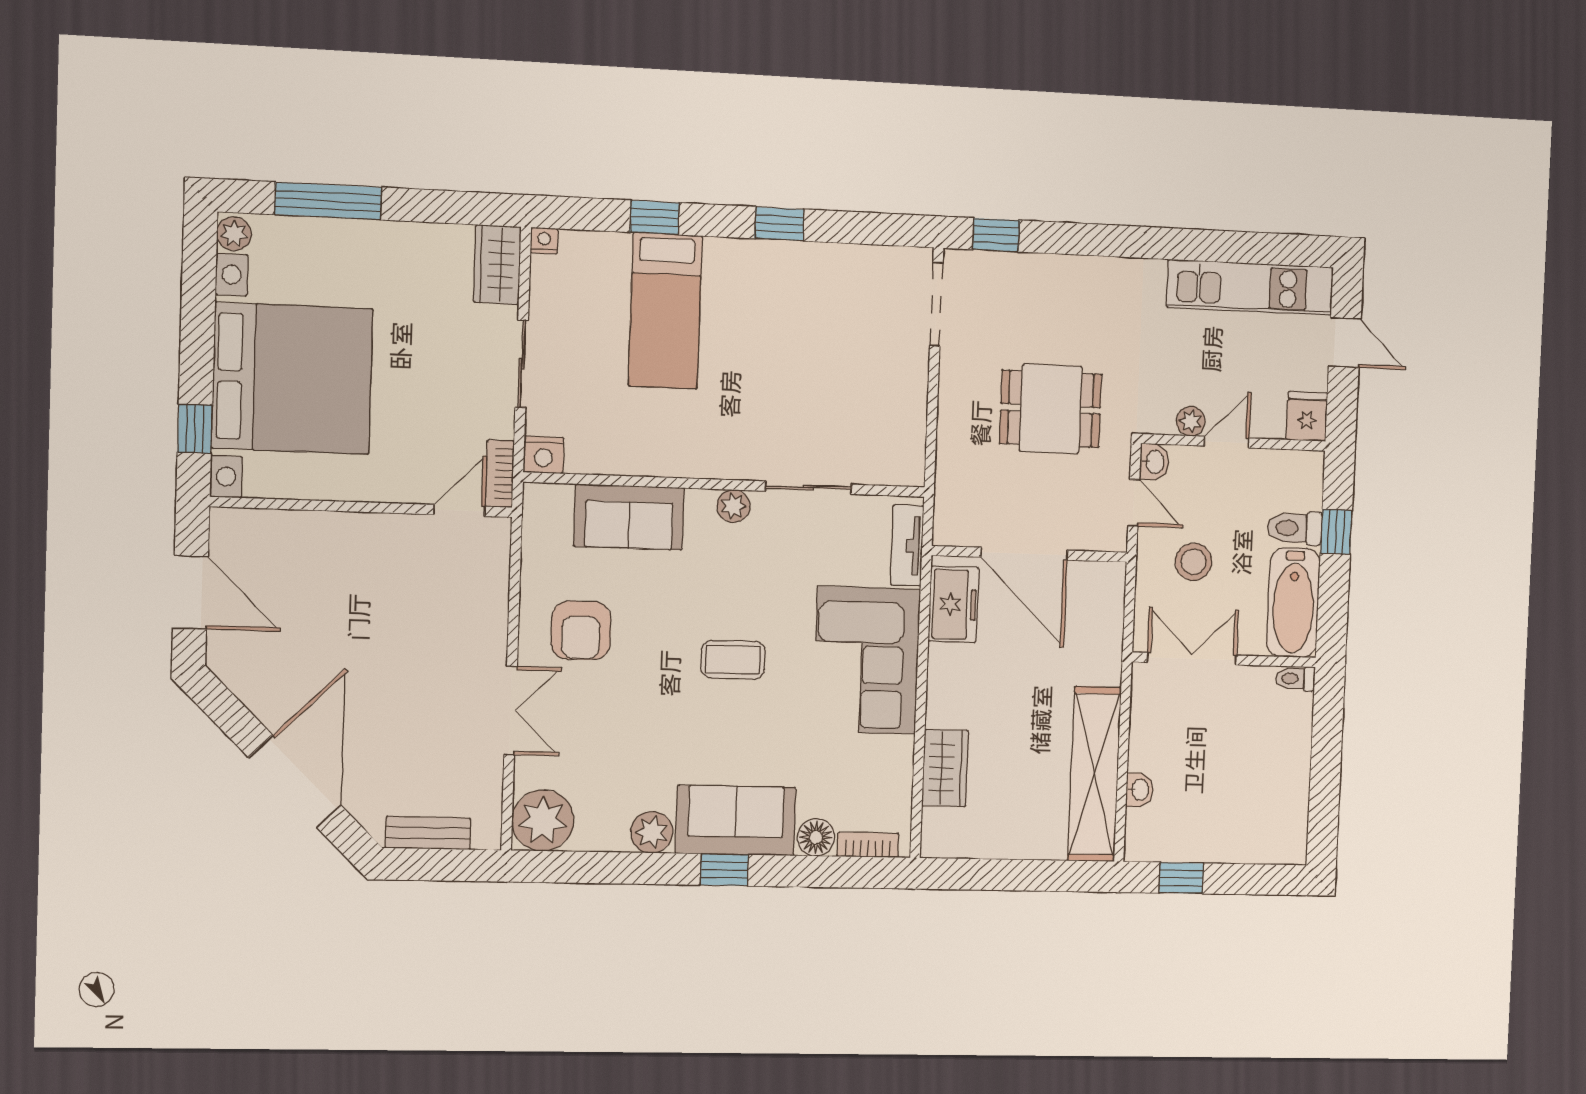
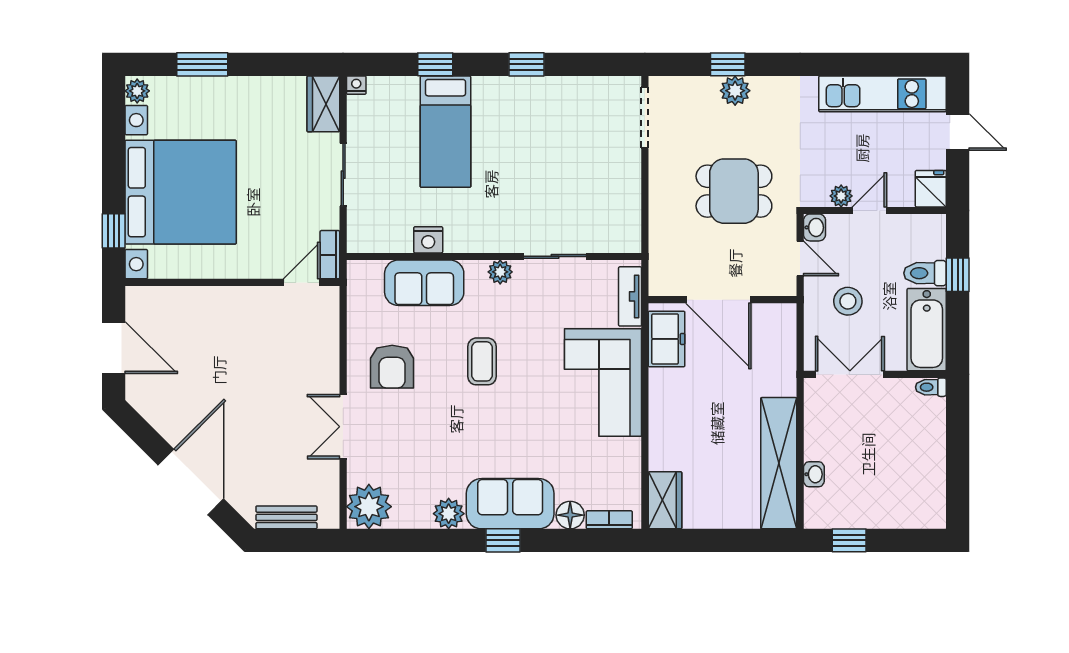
window: (328, 201) -> (202, 64), width x0.69
window: (996, 235) -> (728, 64), moved
plant: (1058, 274) -> (735, 91), added
nightstand: (543, 455) -> (428, 240), moved
coffee table: (733, 660) -> (482, 361), moved, turned 90
double door: (511, 711) -> (343, 427), swing flipped
wardrobe: (945, 768) -> (665, 500), moved

